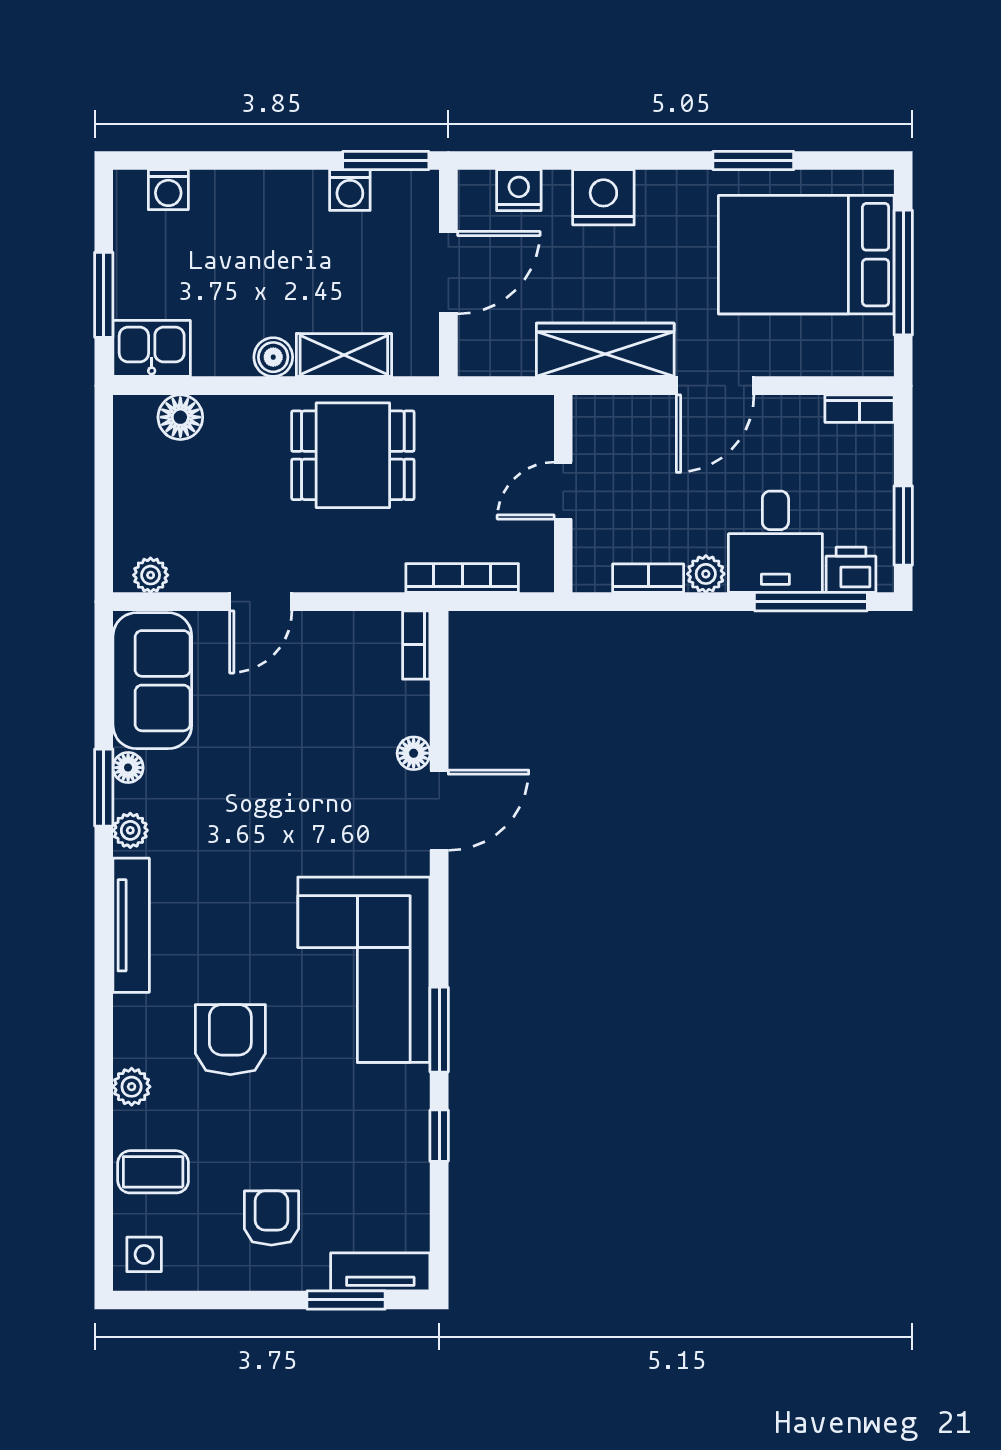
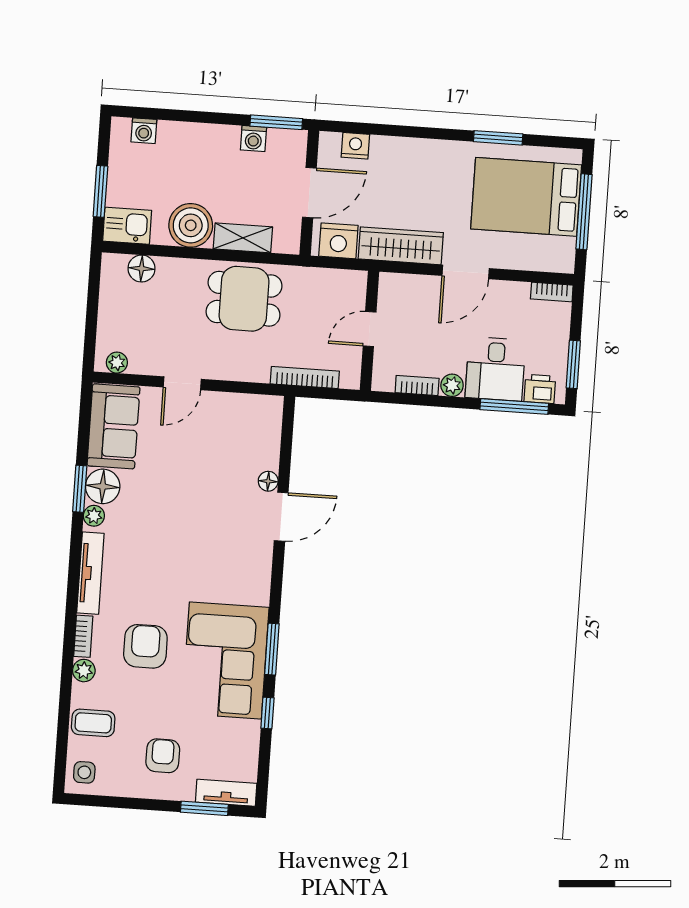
nightstand: (603, 197) -> (338, 241), moved, turned 180
boiler: (273, 357) -> (191, 225), width x1.86, depth x1.86
bookcase: (416, 645) -> (83, 636), moved, turned 180
floor lamp: (128, 768) -> (103, 486), width x1.89, depth x1.89
corner sofa: (364, 970) -> (225, 661), moved

